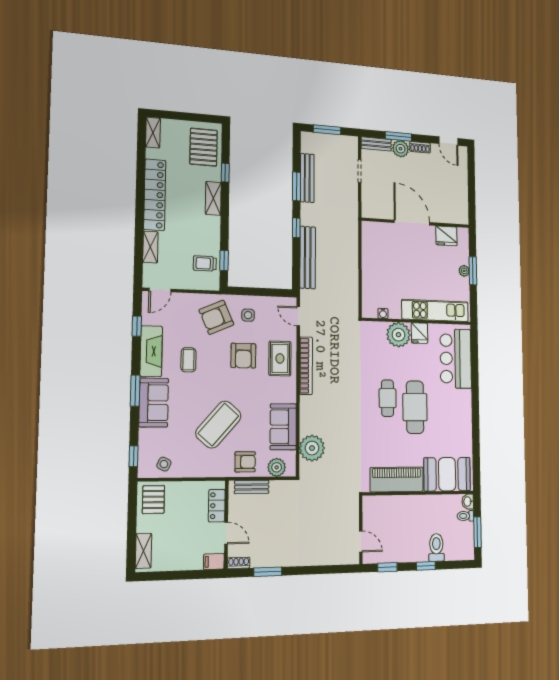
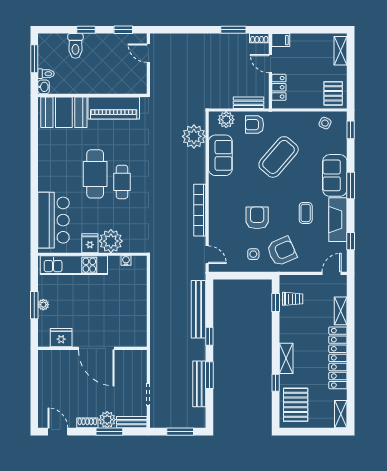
rug: (280, 358) -> (224, 216), removed

